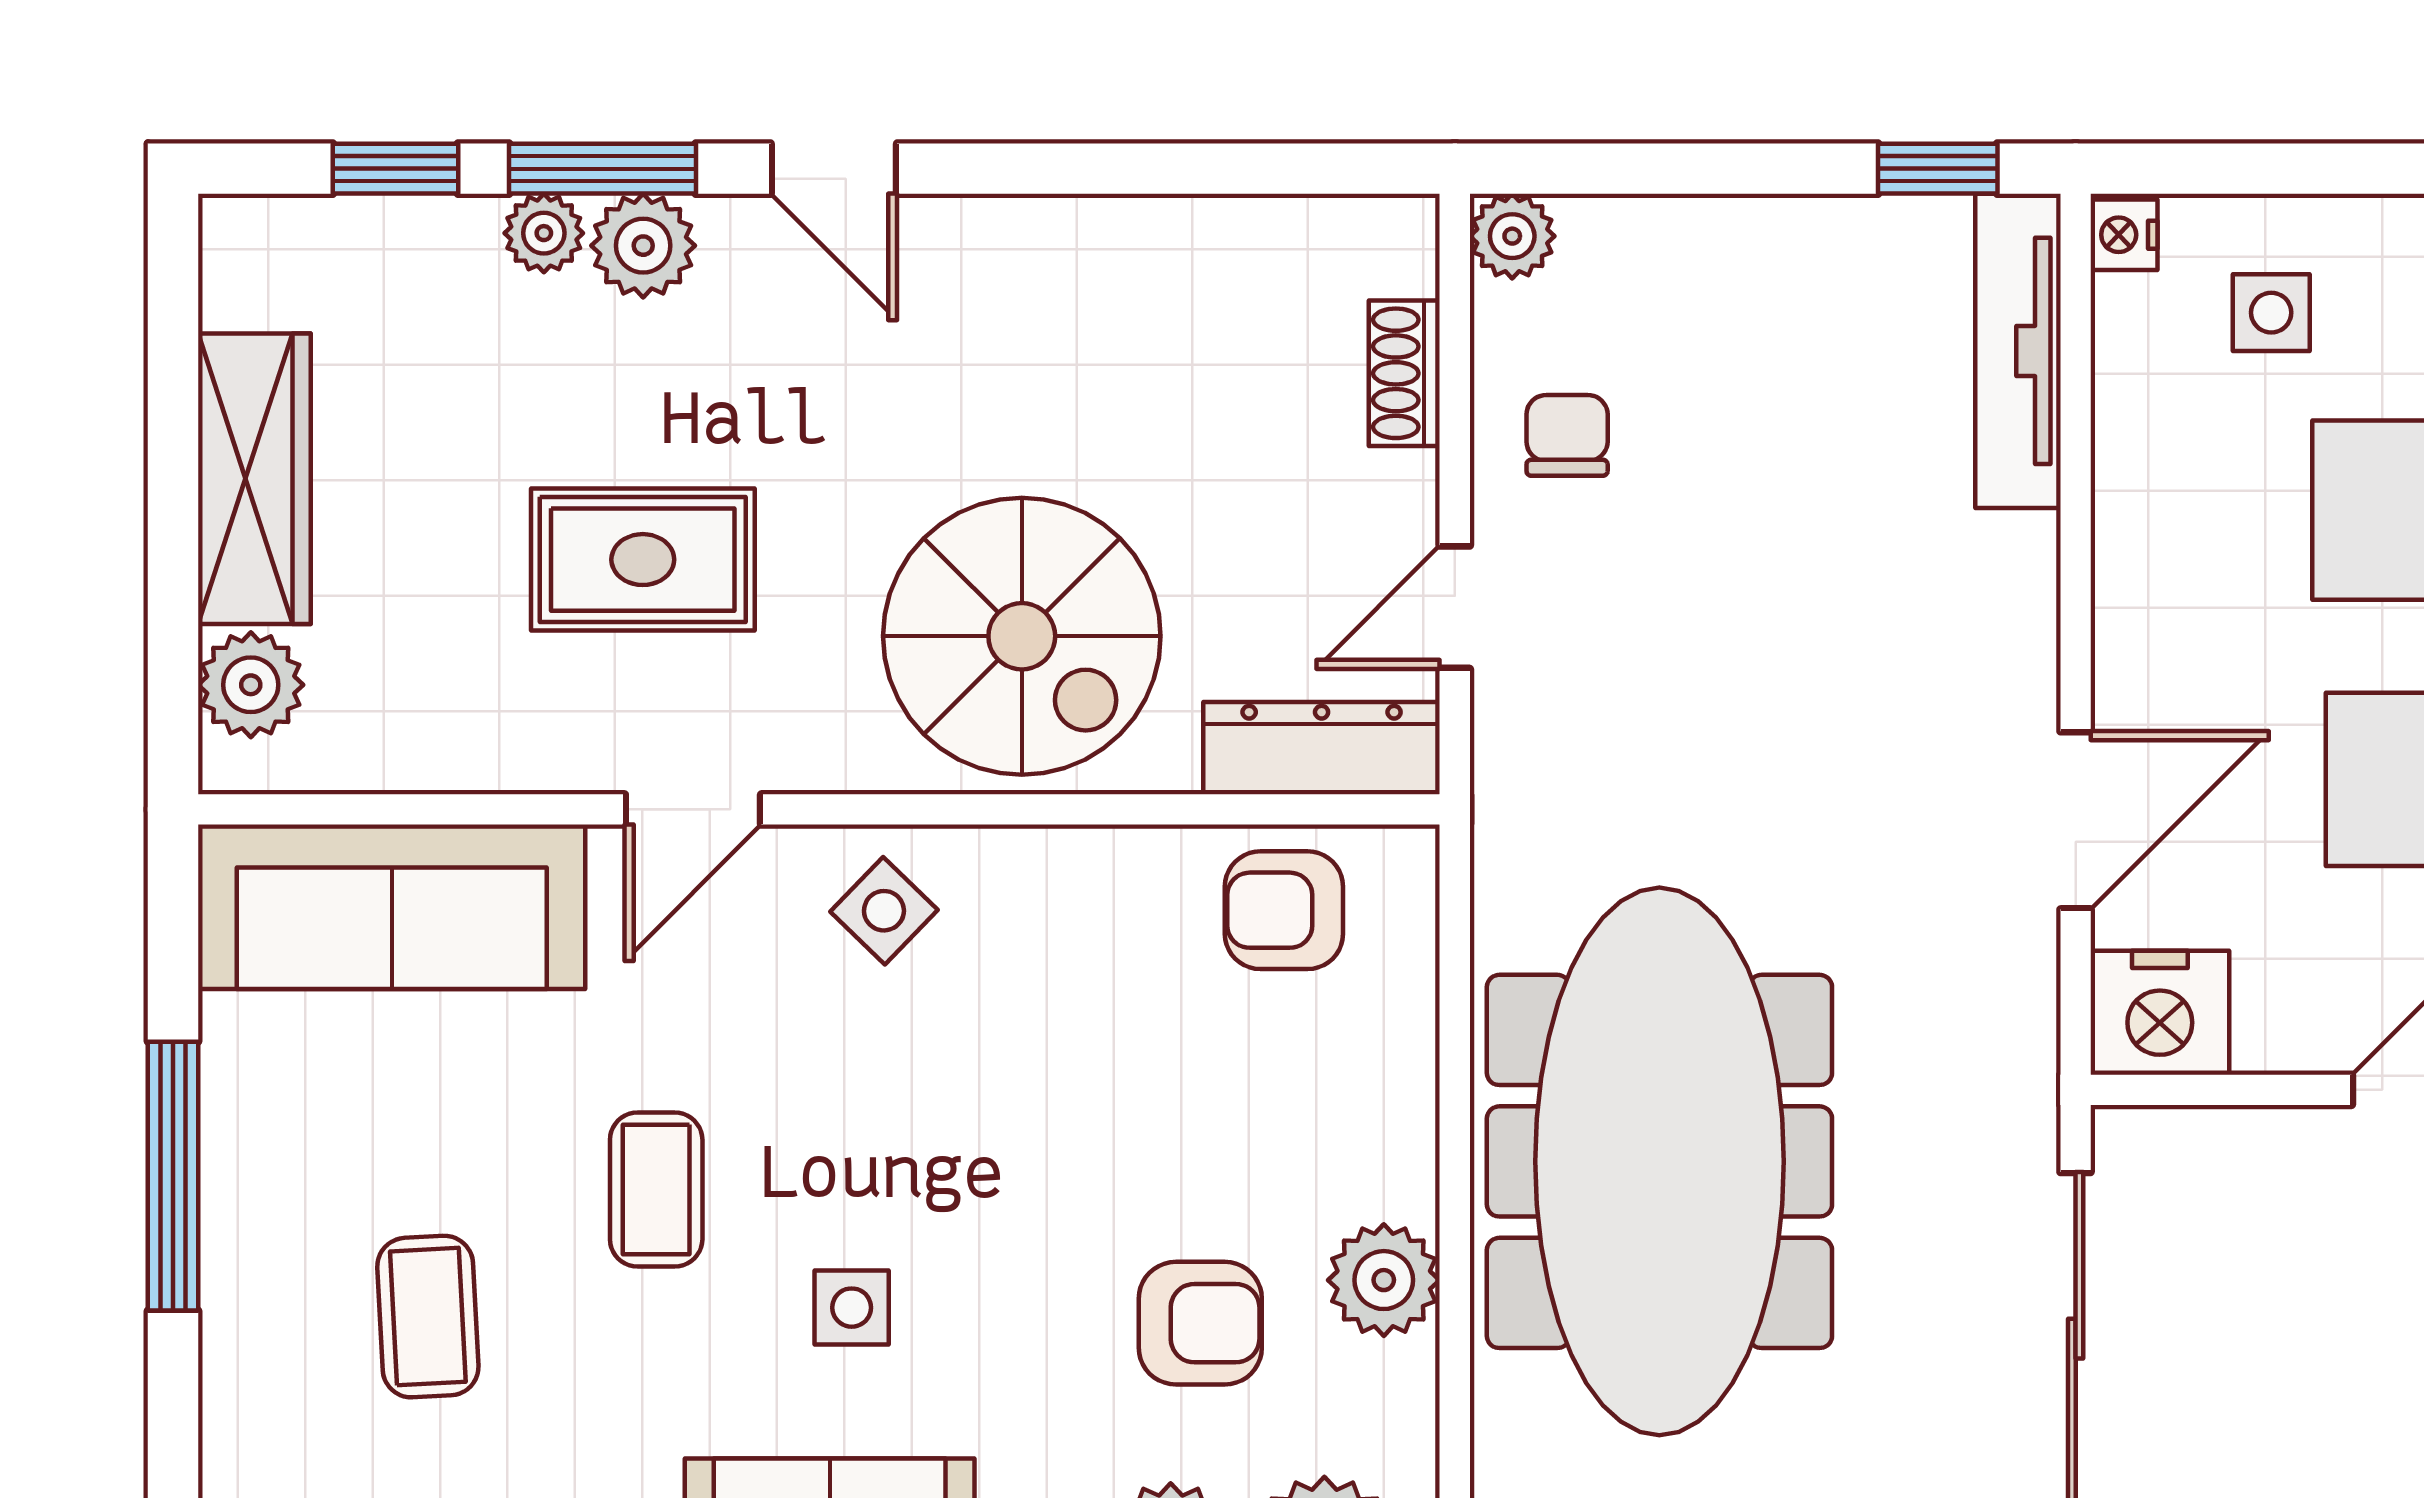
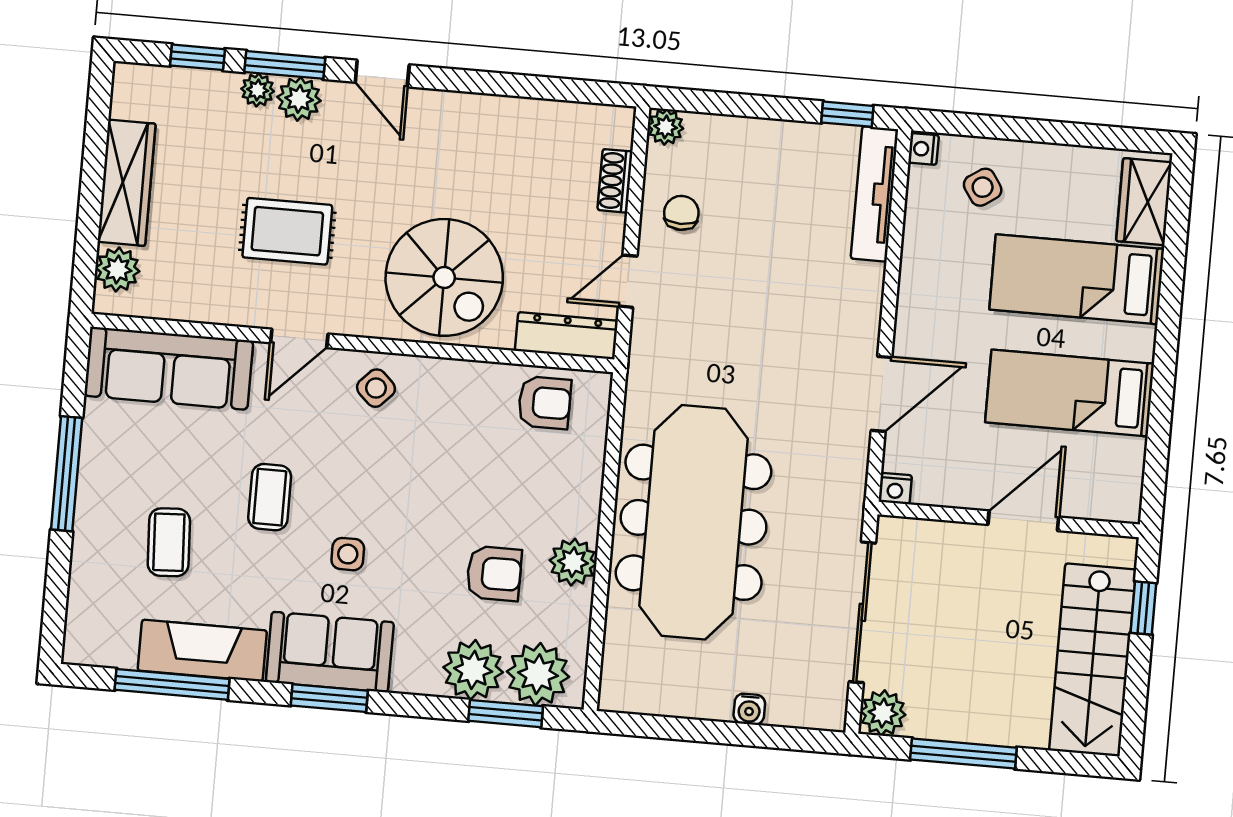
side table: (2271, 313) -> (983, 187), turned -34
armchair: (1284, 910) -> (545, 403), turned 180
nightstand: (2160, 1013) -> (895, 488), width x0.53, depth x0.56

